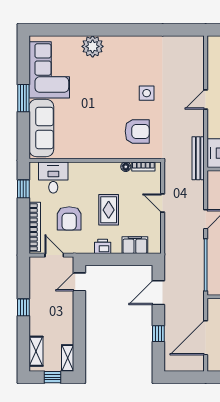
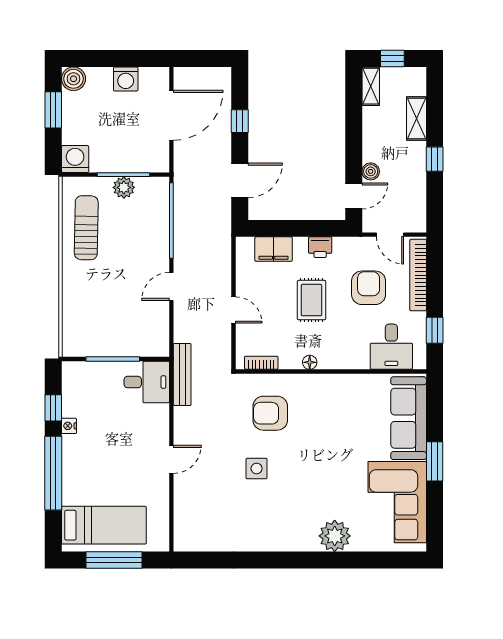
floor lamp: (126, 167) -> (310, 362), moved
boiler: (68, 299) -> (371, 171), added
shelving: (36, 351) -> (416, 118), moved

